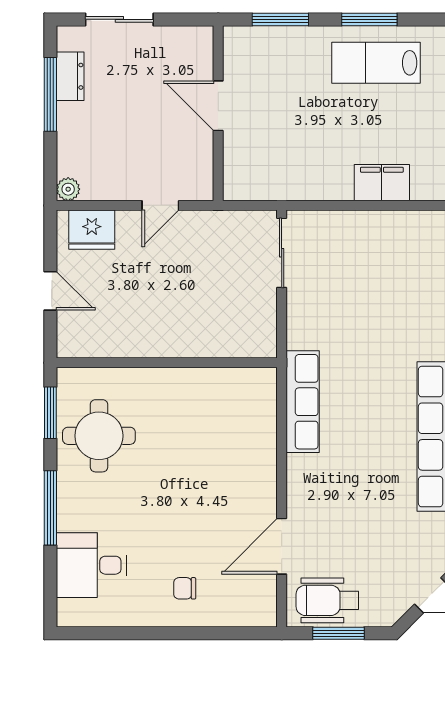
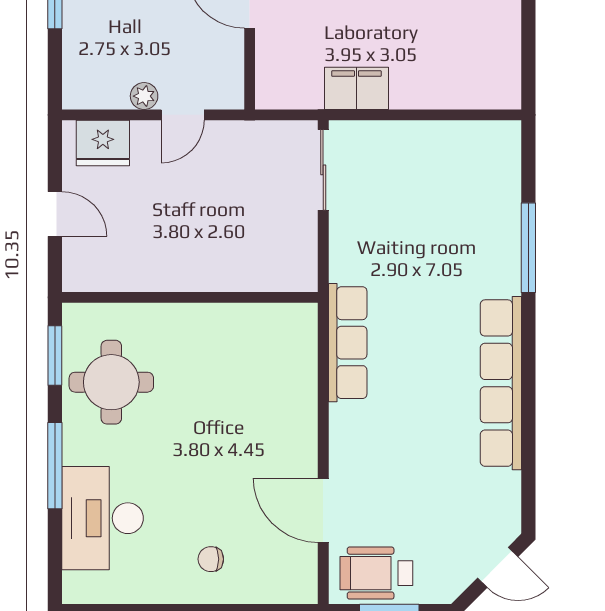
filing cabinet: (382, 183) -> (356, 88), moved
plant: (68, 189) -> (144, 96), moved
door: (282, 546) -> (323, 510), hinge flipped
desk: (91, 565) -> (103, 518), width x1.37

